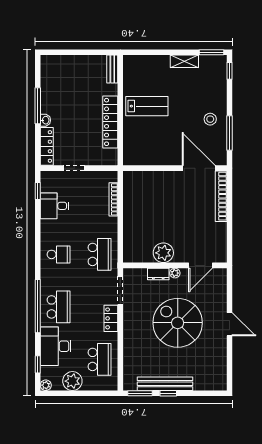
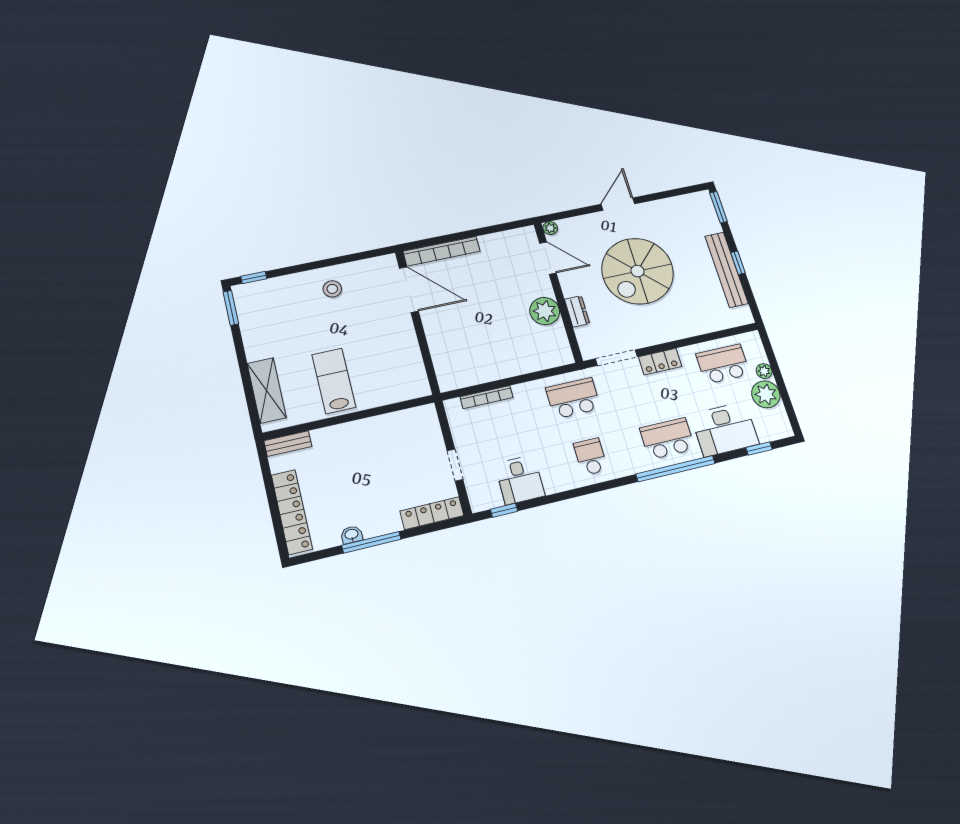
shelving: (184, 61) -> (267, 390), moved, width x1.50, depth x1.33
washbasin: (45, 120) -> (352, 535), moved
locker: (110, 122) -> (292, 512), moved, turned -90
window: (230, 133) -> (347, 259), removed
door: (199, 168) -> (409, 290), swing flipped
plant: (175, 273) -> (550, 228), moved
plant: (46, 385) -> (764, 371), moved
window: (140, 393) -> (719, 207), moved

